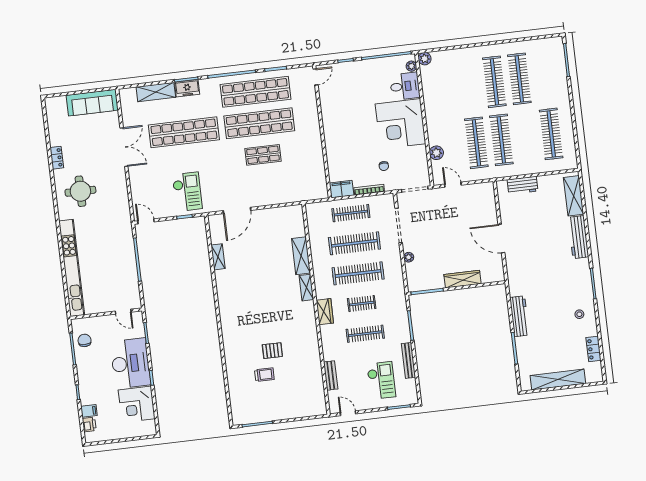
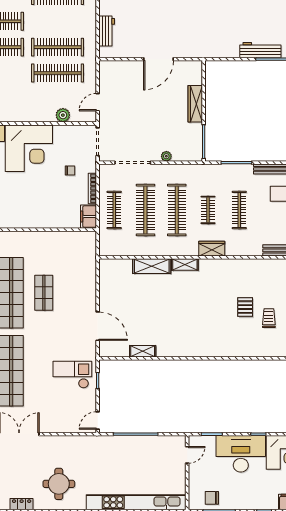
workbench: (519, 316) -> (260, 50), moved

